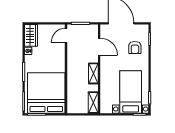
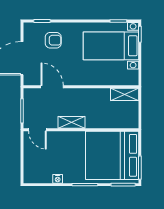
wardrobe: (31, 35) -> (38, 175), removed
door: (99, 47) -> (52, 87), hinge flipped
shelving: (93, 73) -> (71, 122), moved

